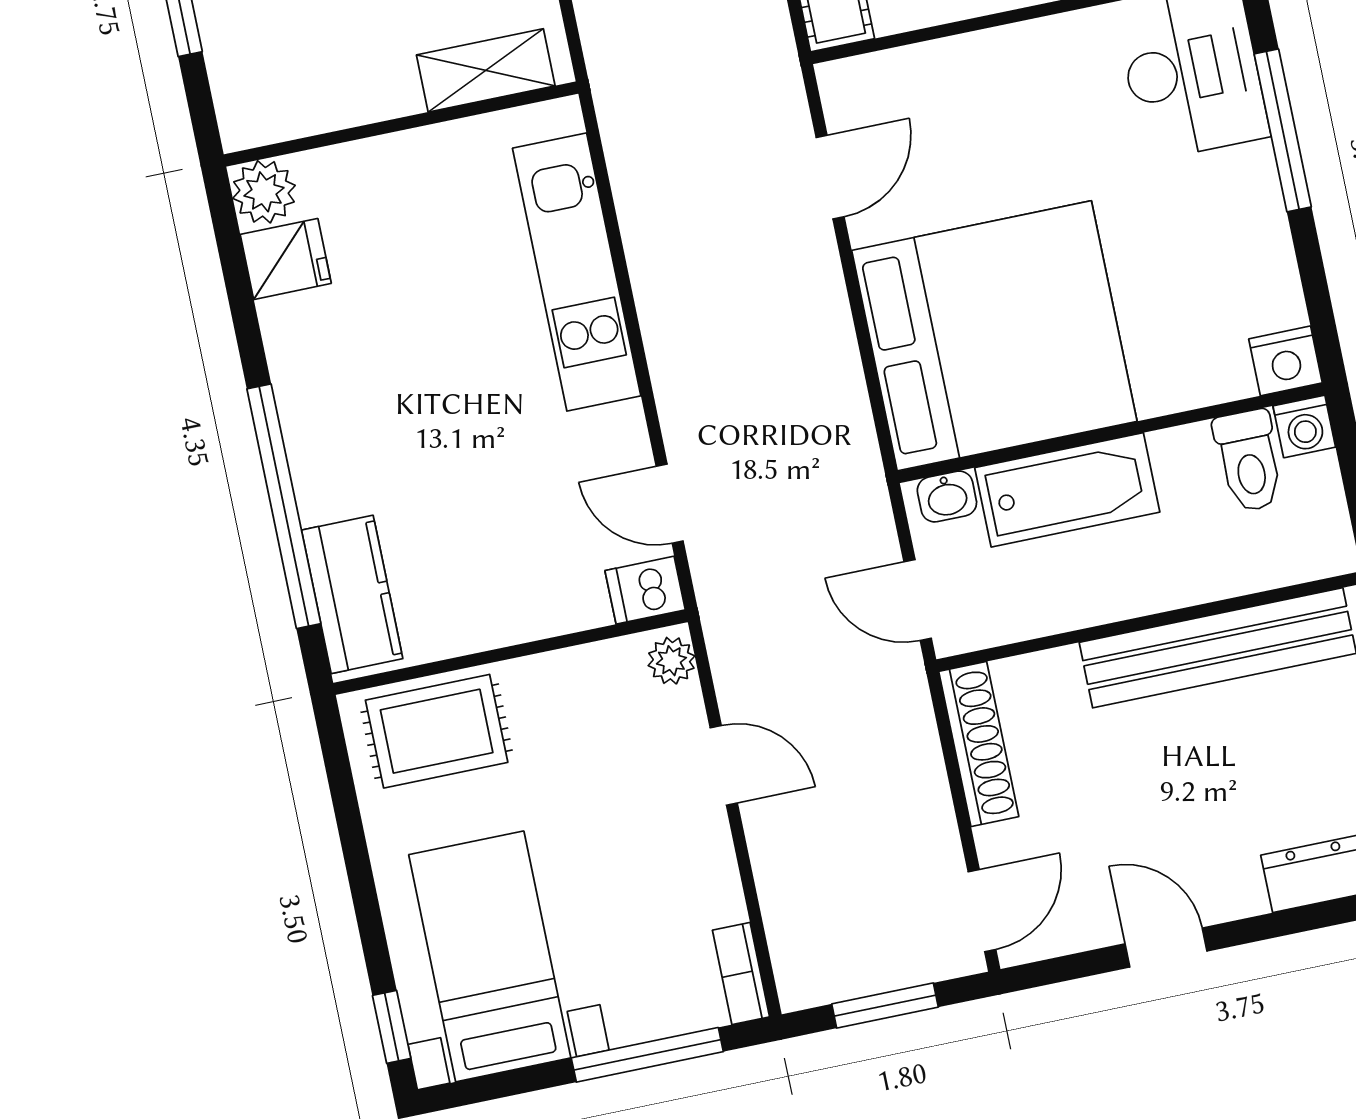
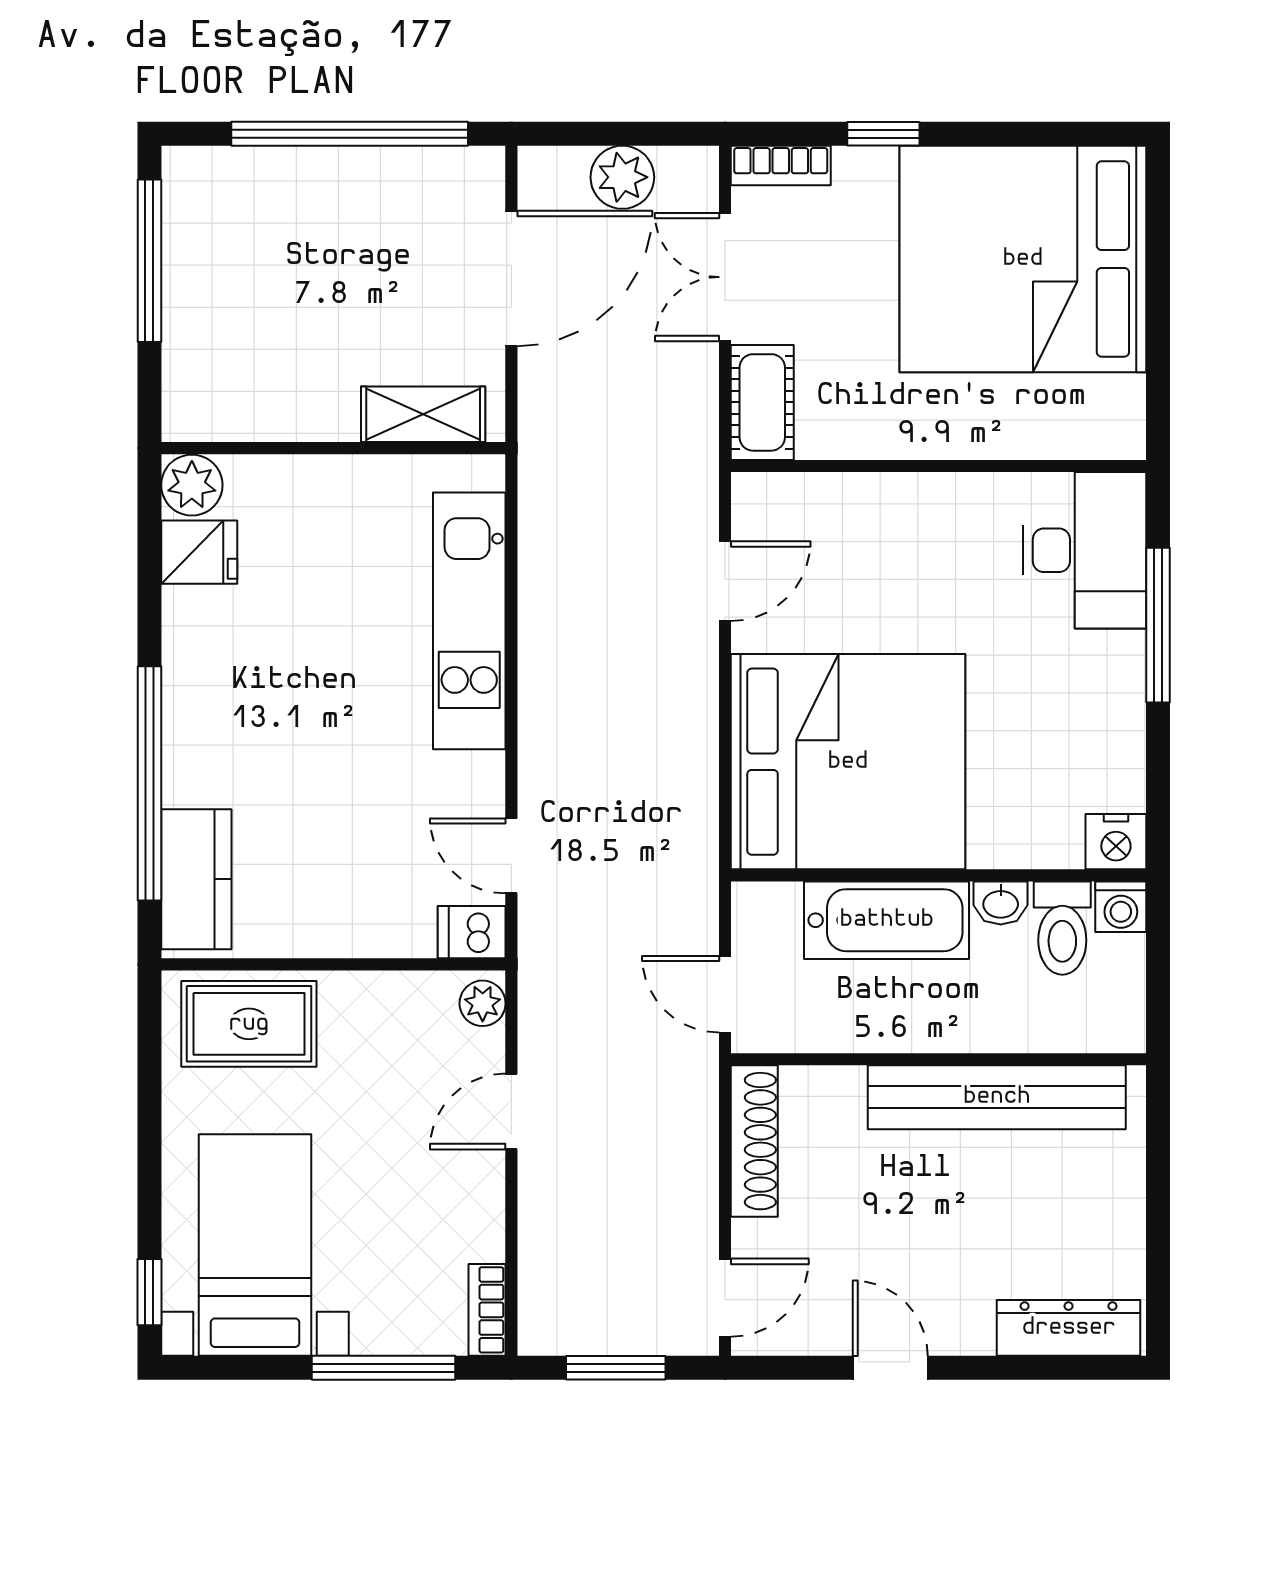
washbasin: (947, 497) -> (1001, 903), moved
door: (724, 765) -> (511, 1111), swing flipped

